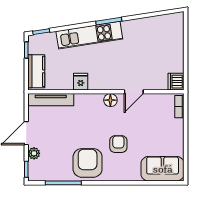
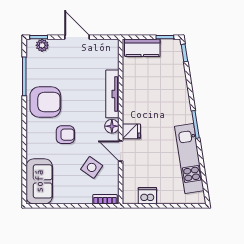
kitchen unit: (89, 35) -> (189, 158), moved
fridge: (81, 82) -> (131, 131), moved
dishwasher: (176, 82) -> (147, 196), moved
tv unit: (51, 100) -> (112, 94), moved
side table: (149, 119) -> (92, 167), added
plant: (34, 153) -> (42, 45), moved

